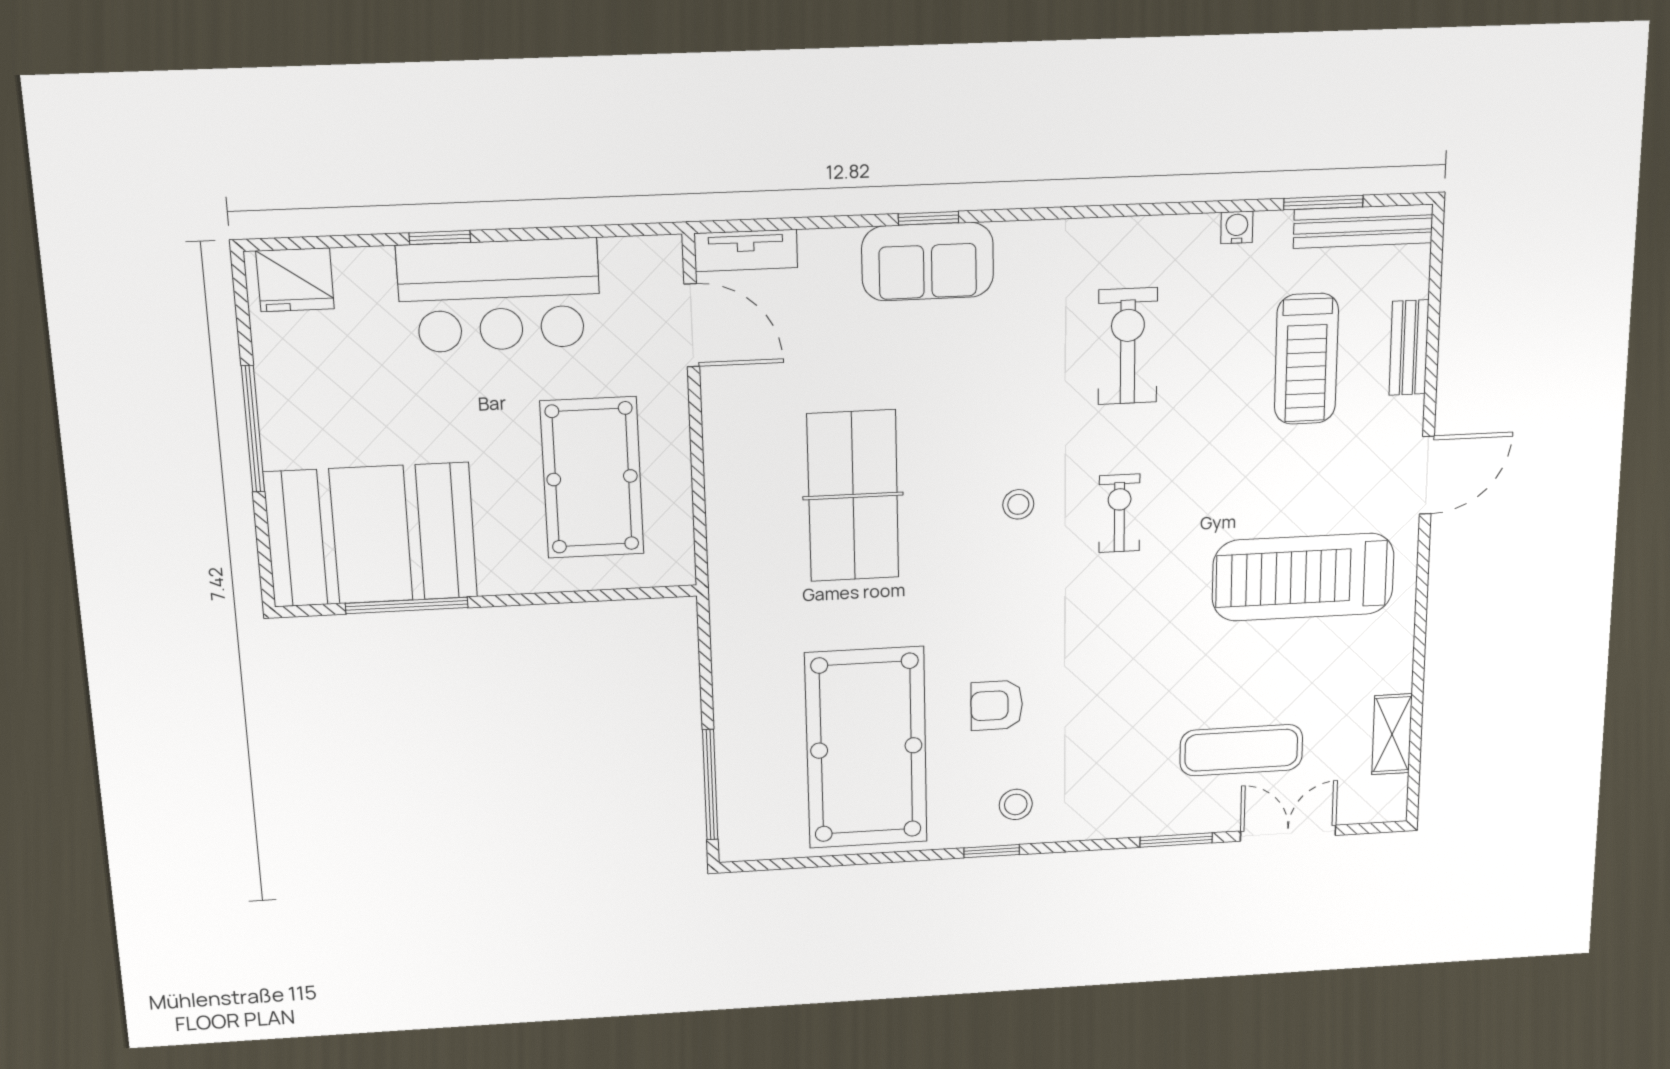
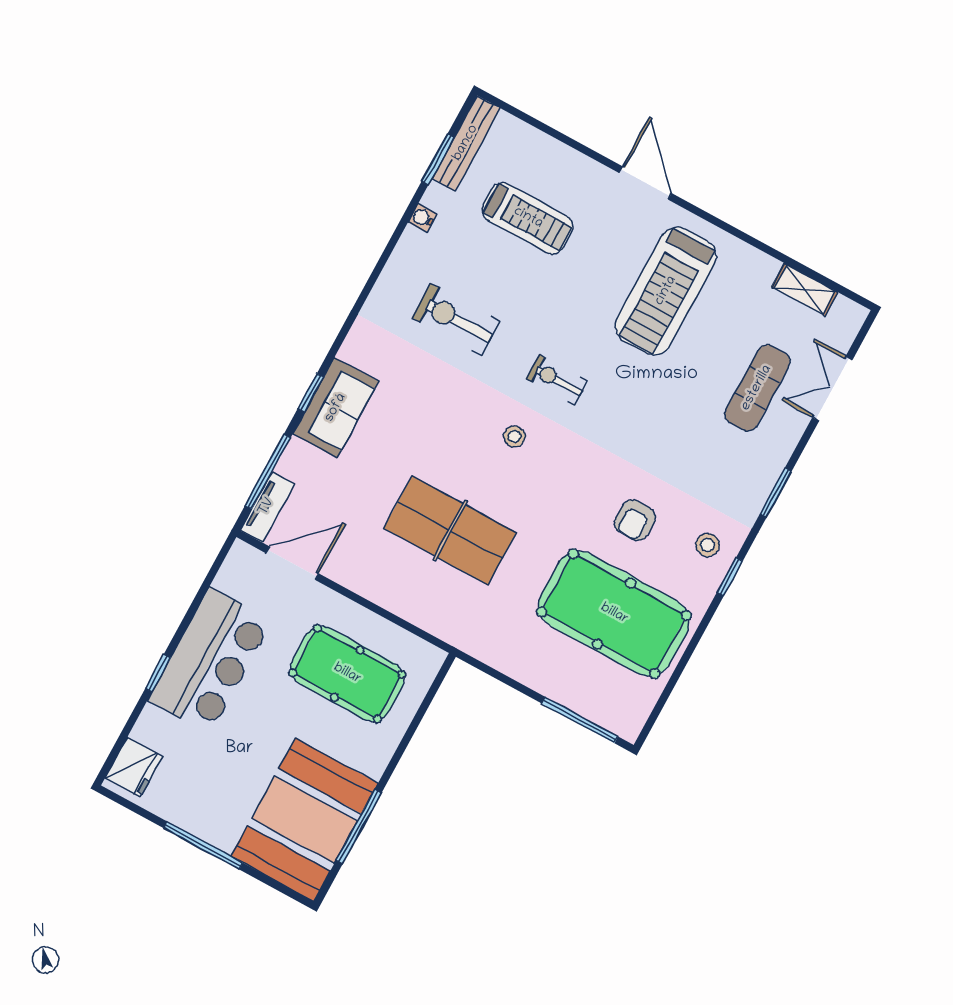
window: (793, 224) -> (268, 471), added
bench: (1409, 348) -> (557, 154), removed
window: (1176, 840) -> (776, 493), moved

